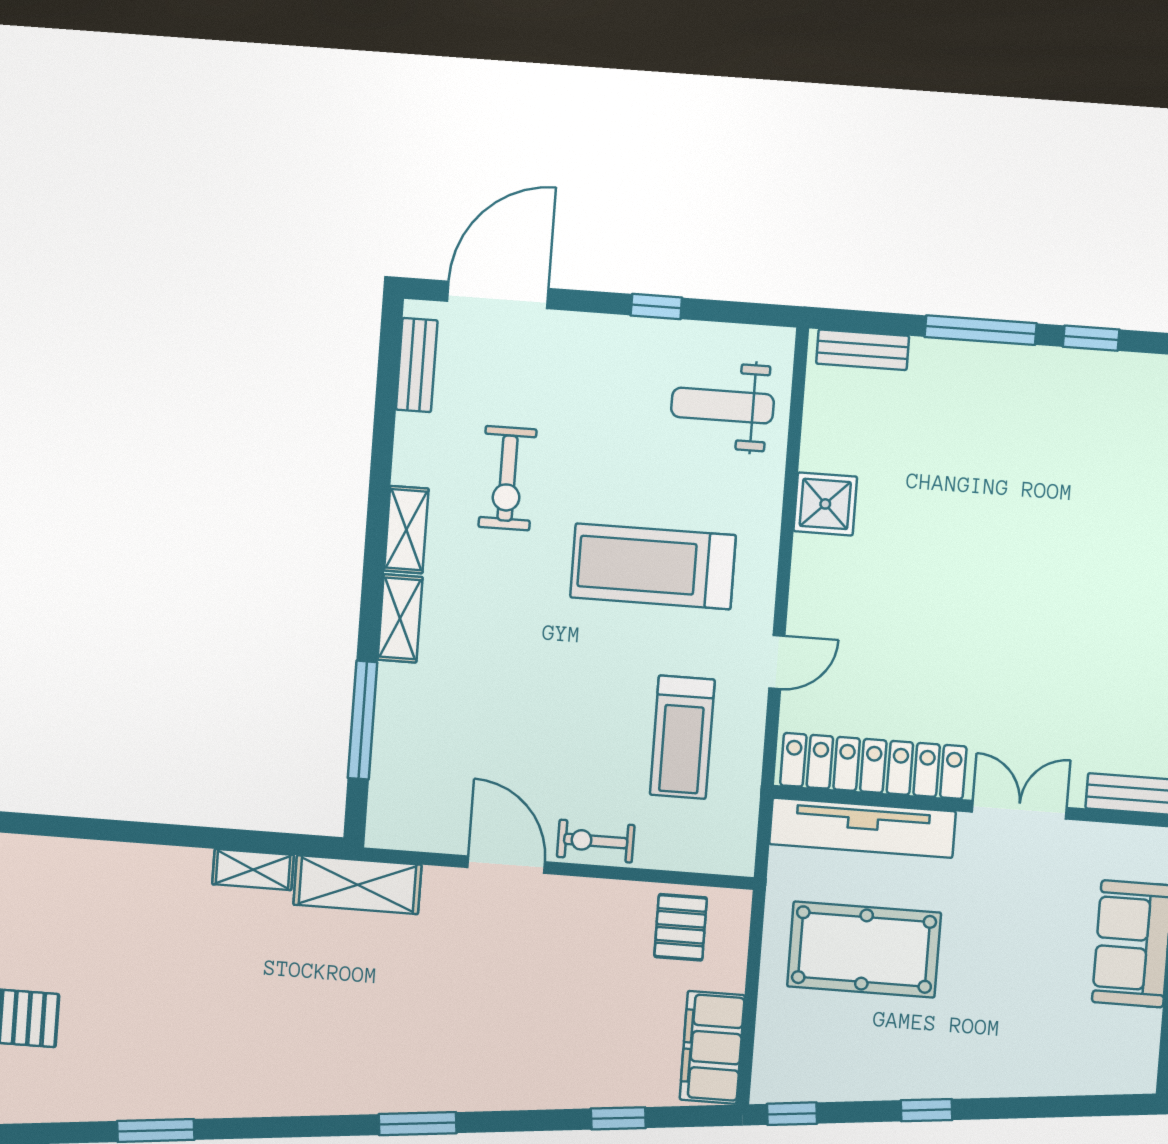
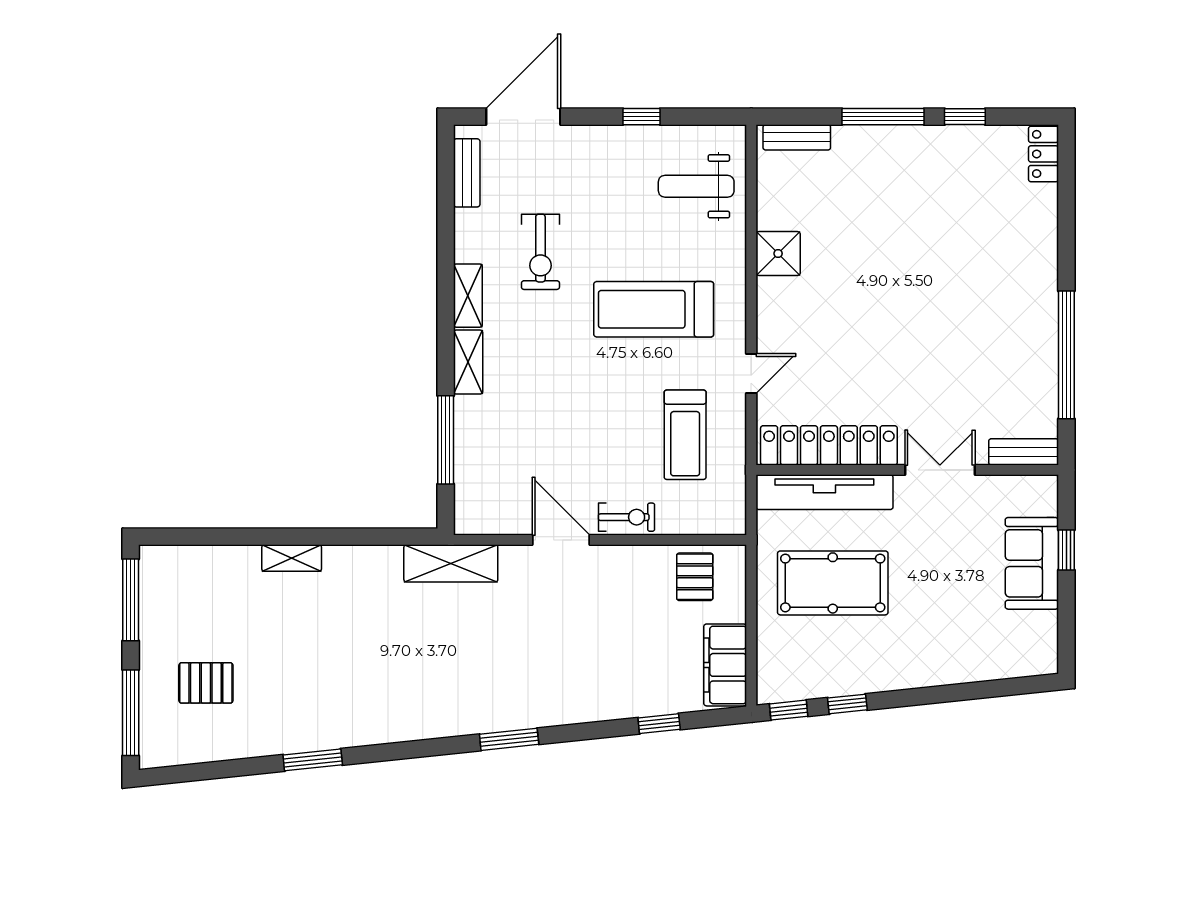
exercise bike: (596, 841) -> (626, 517), turned 180
shelving: (253, 870) -> (292, 558), moved
window: (926, 1110) -> (847, 704), moved

